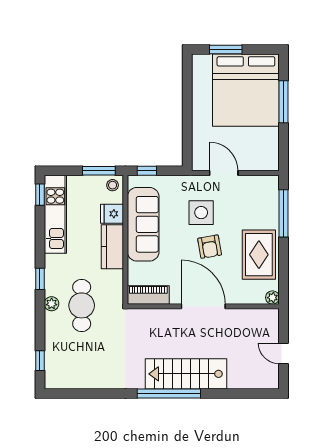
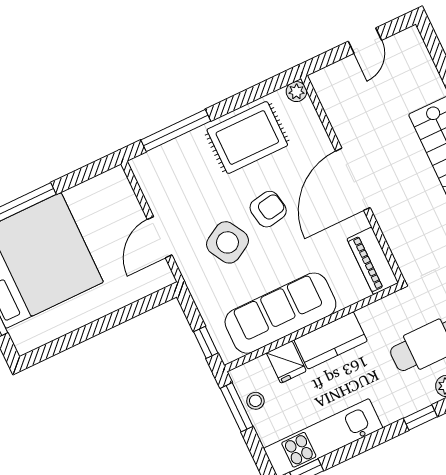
stool: (113, 185) -> (255, 401), moved
side table: (201, 213) -> (228, 242), turned -30

